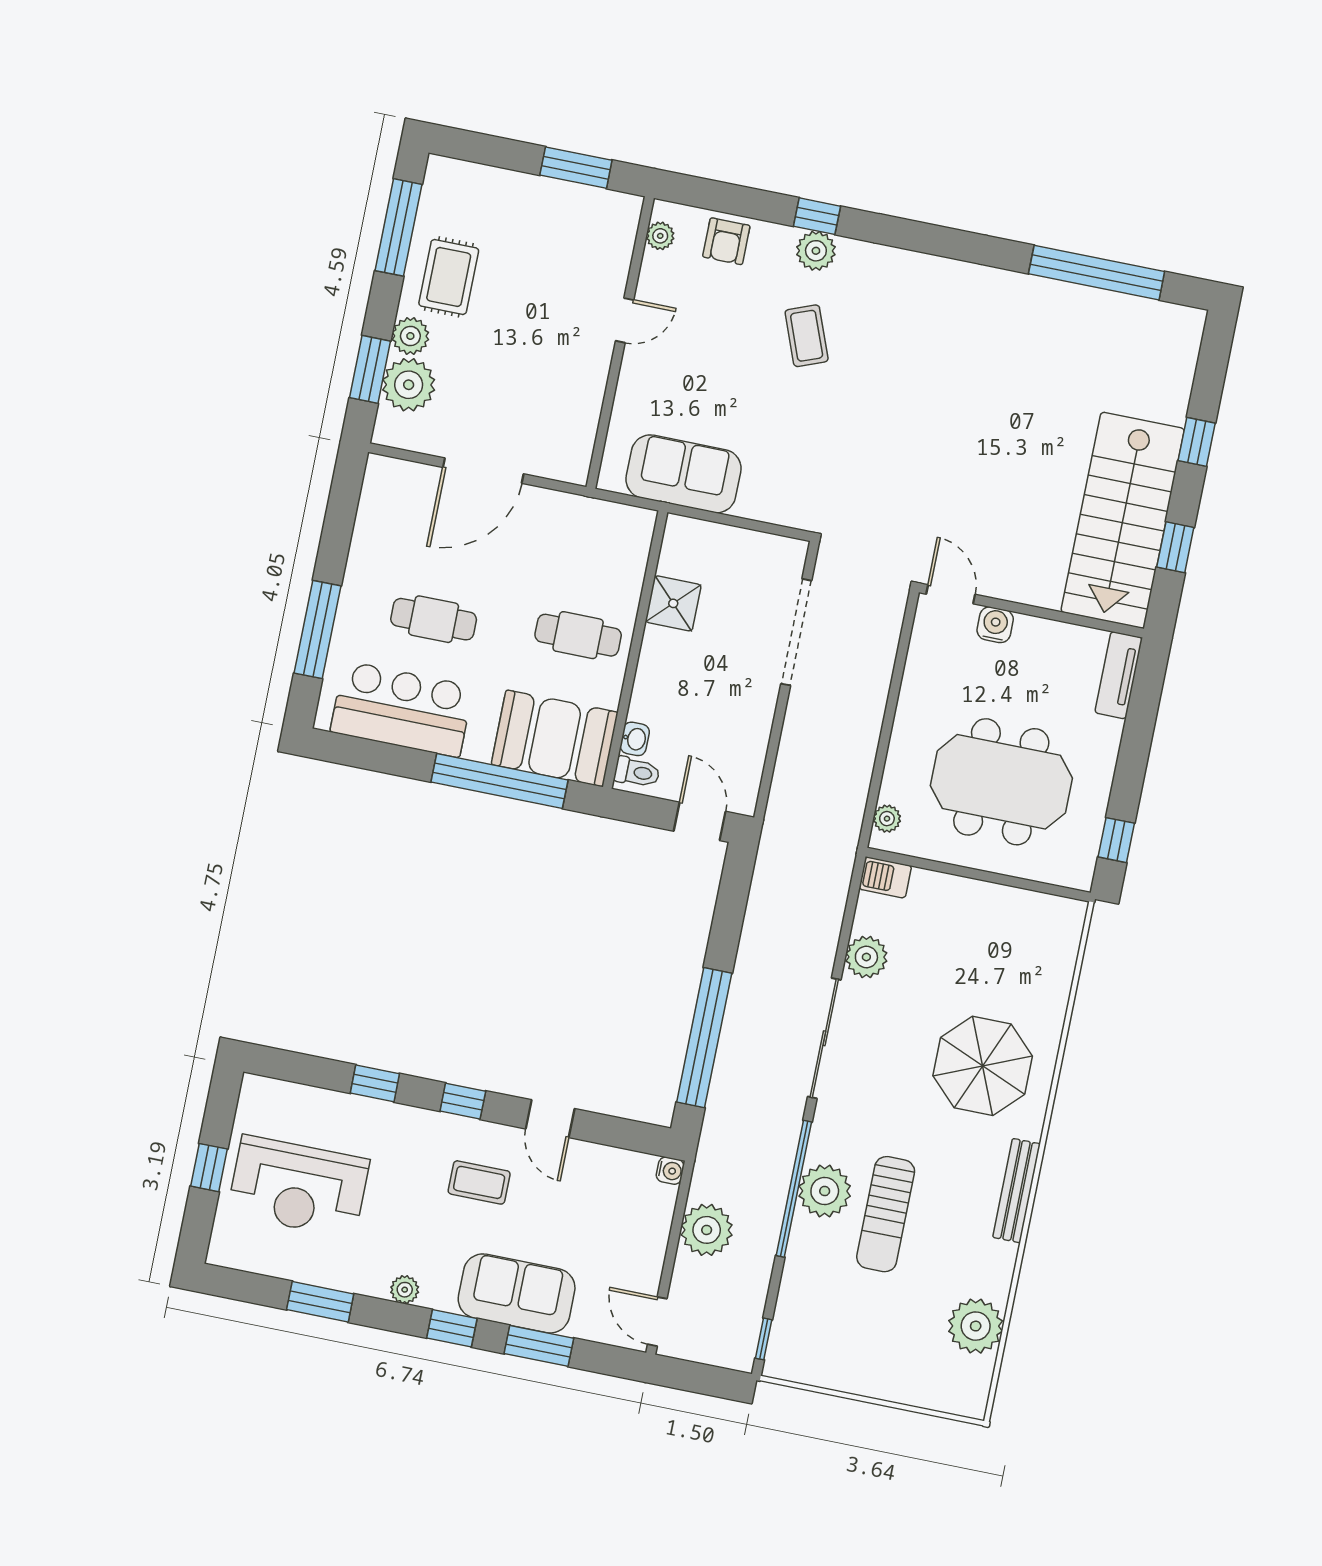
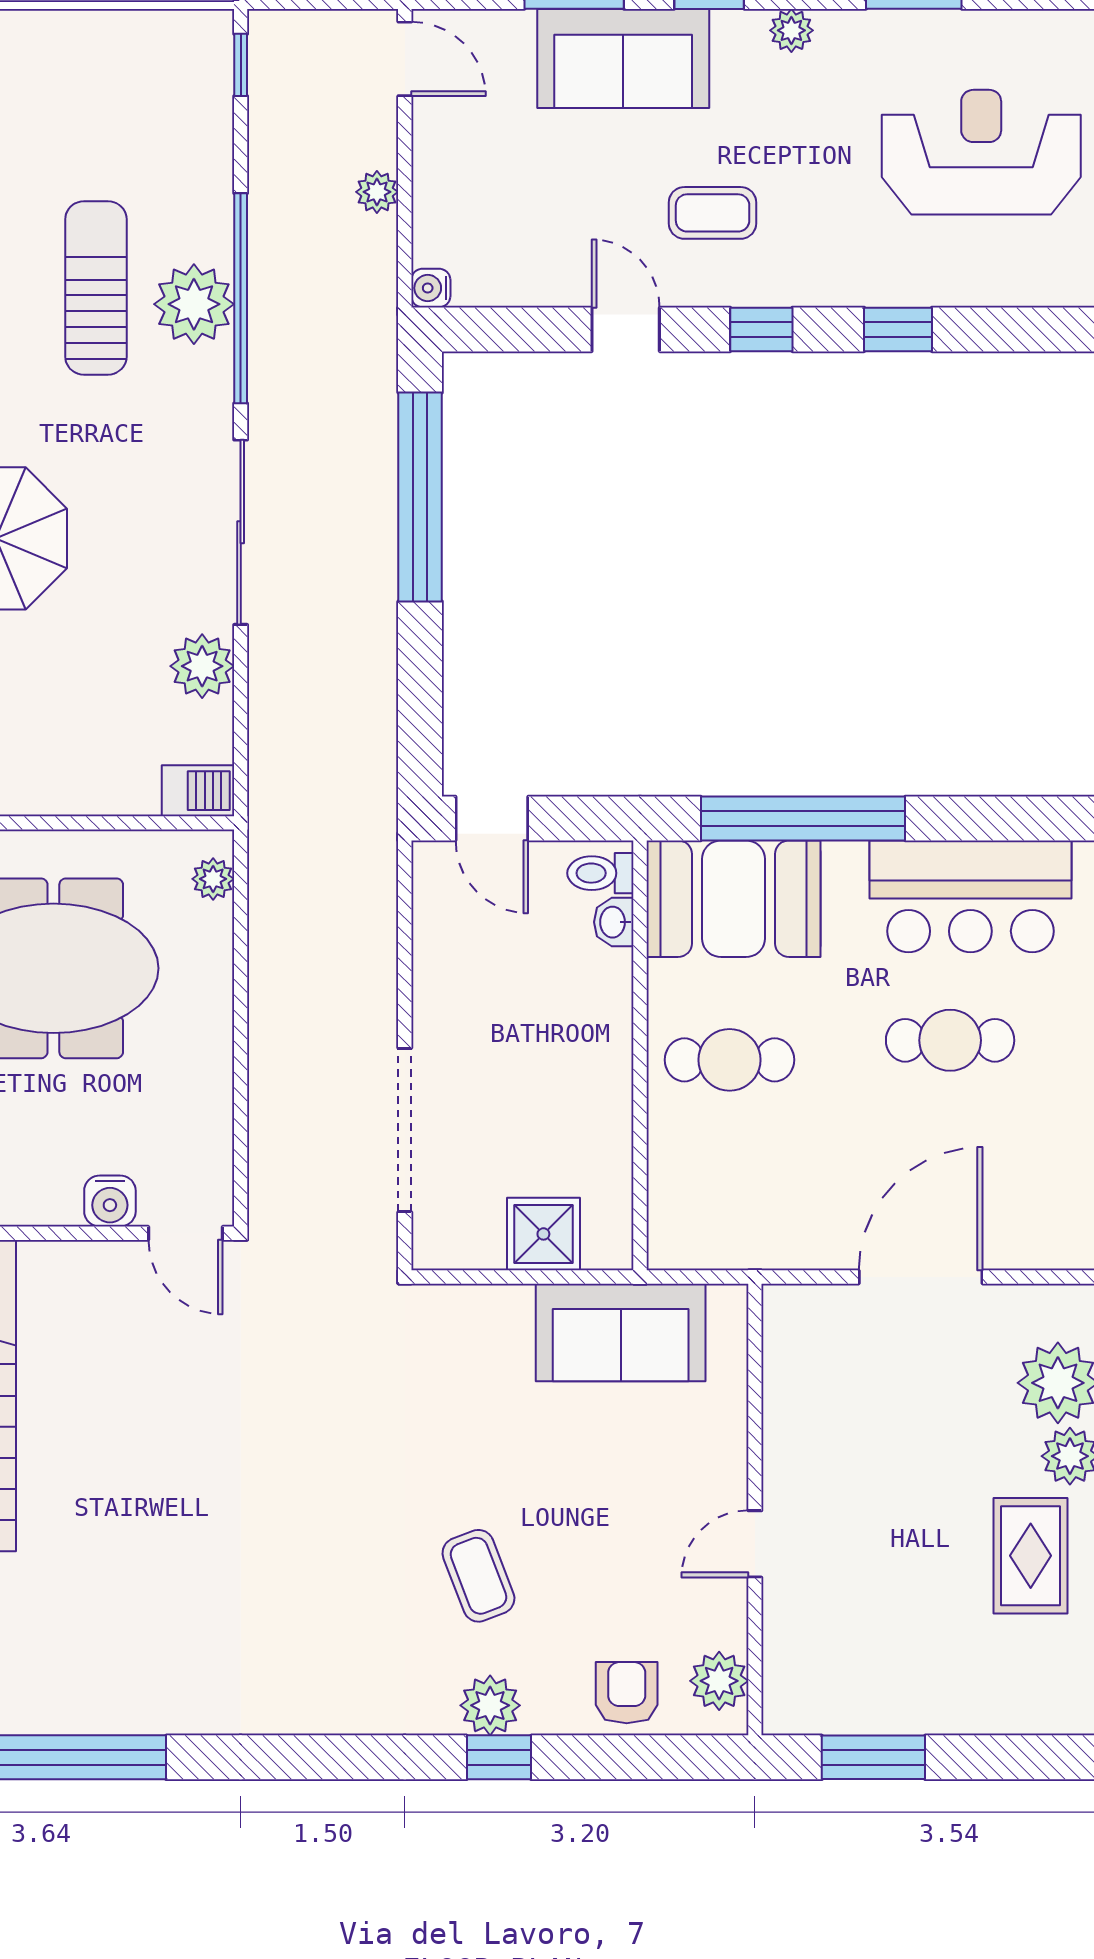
plant: (660, 236) -> (719, 1681), width x1.38, depth x1.38
shower: (673, 603) -> (543, 1234), moved
plant: (707, 1230) -> (377, 192), width x0.53, depth x0.53

